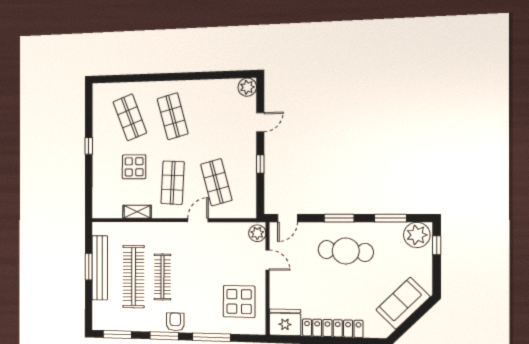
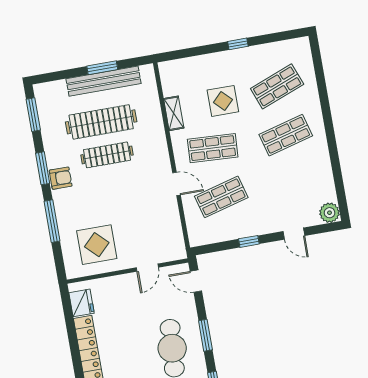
plant: (257, 233) -> (174, 251), removed
fridge: (285, 322) -> (82, 303), width x0.73, depth x0.75

